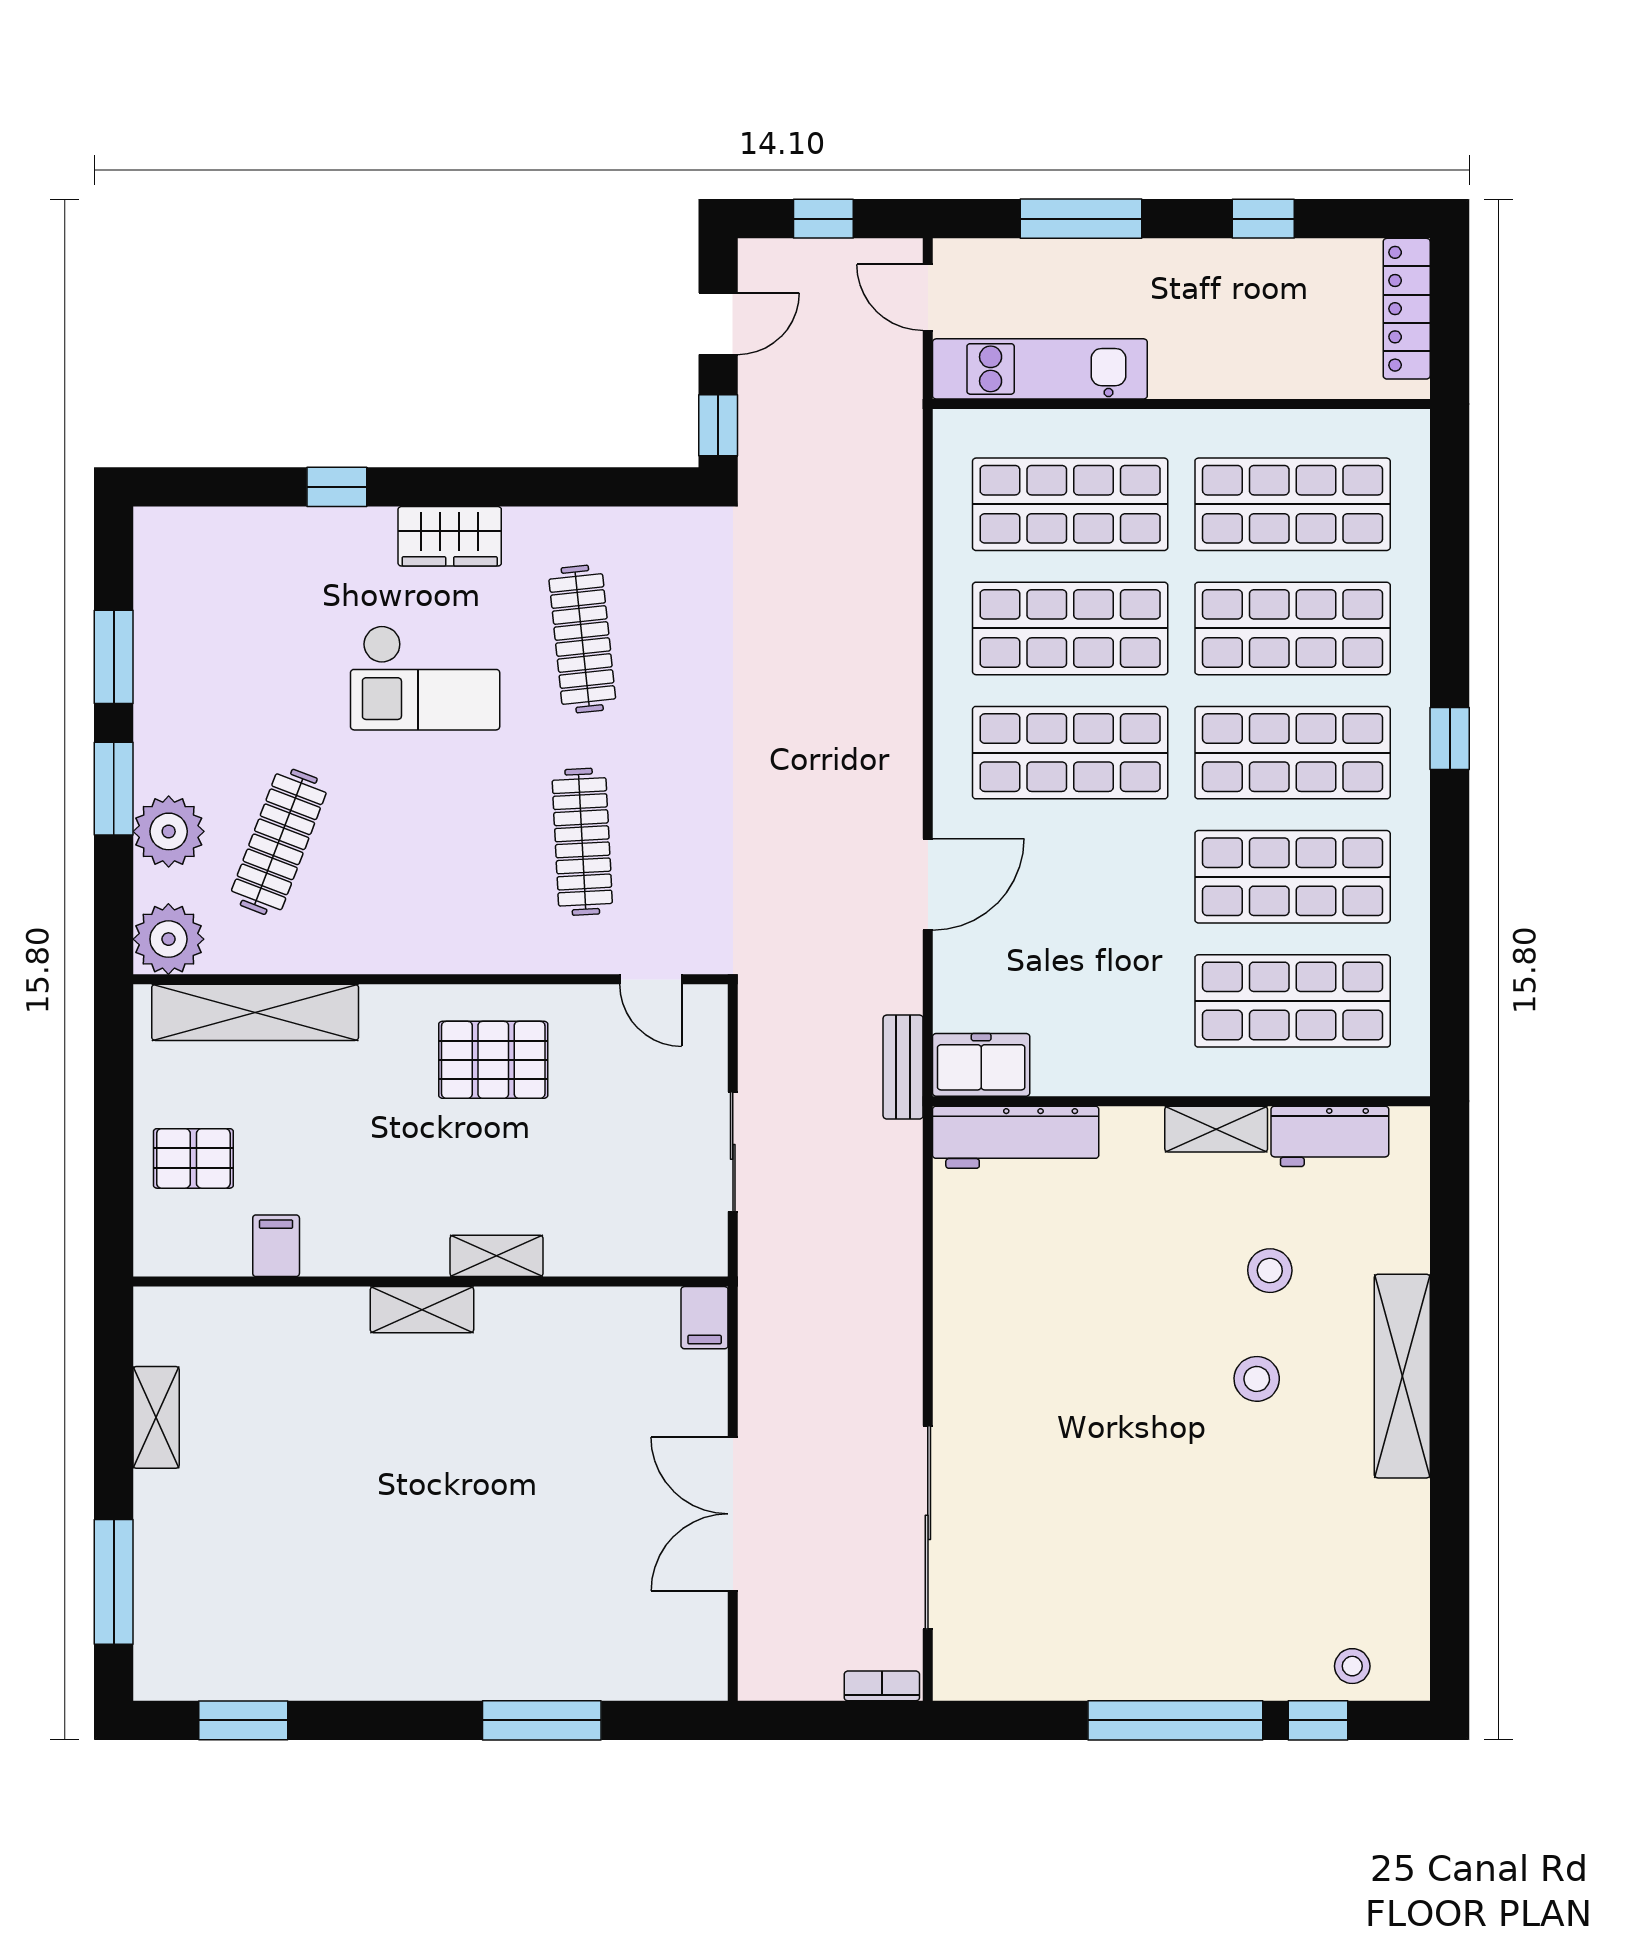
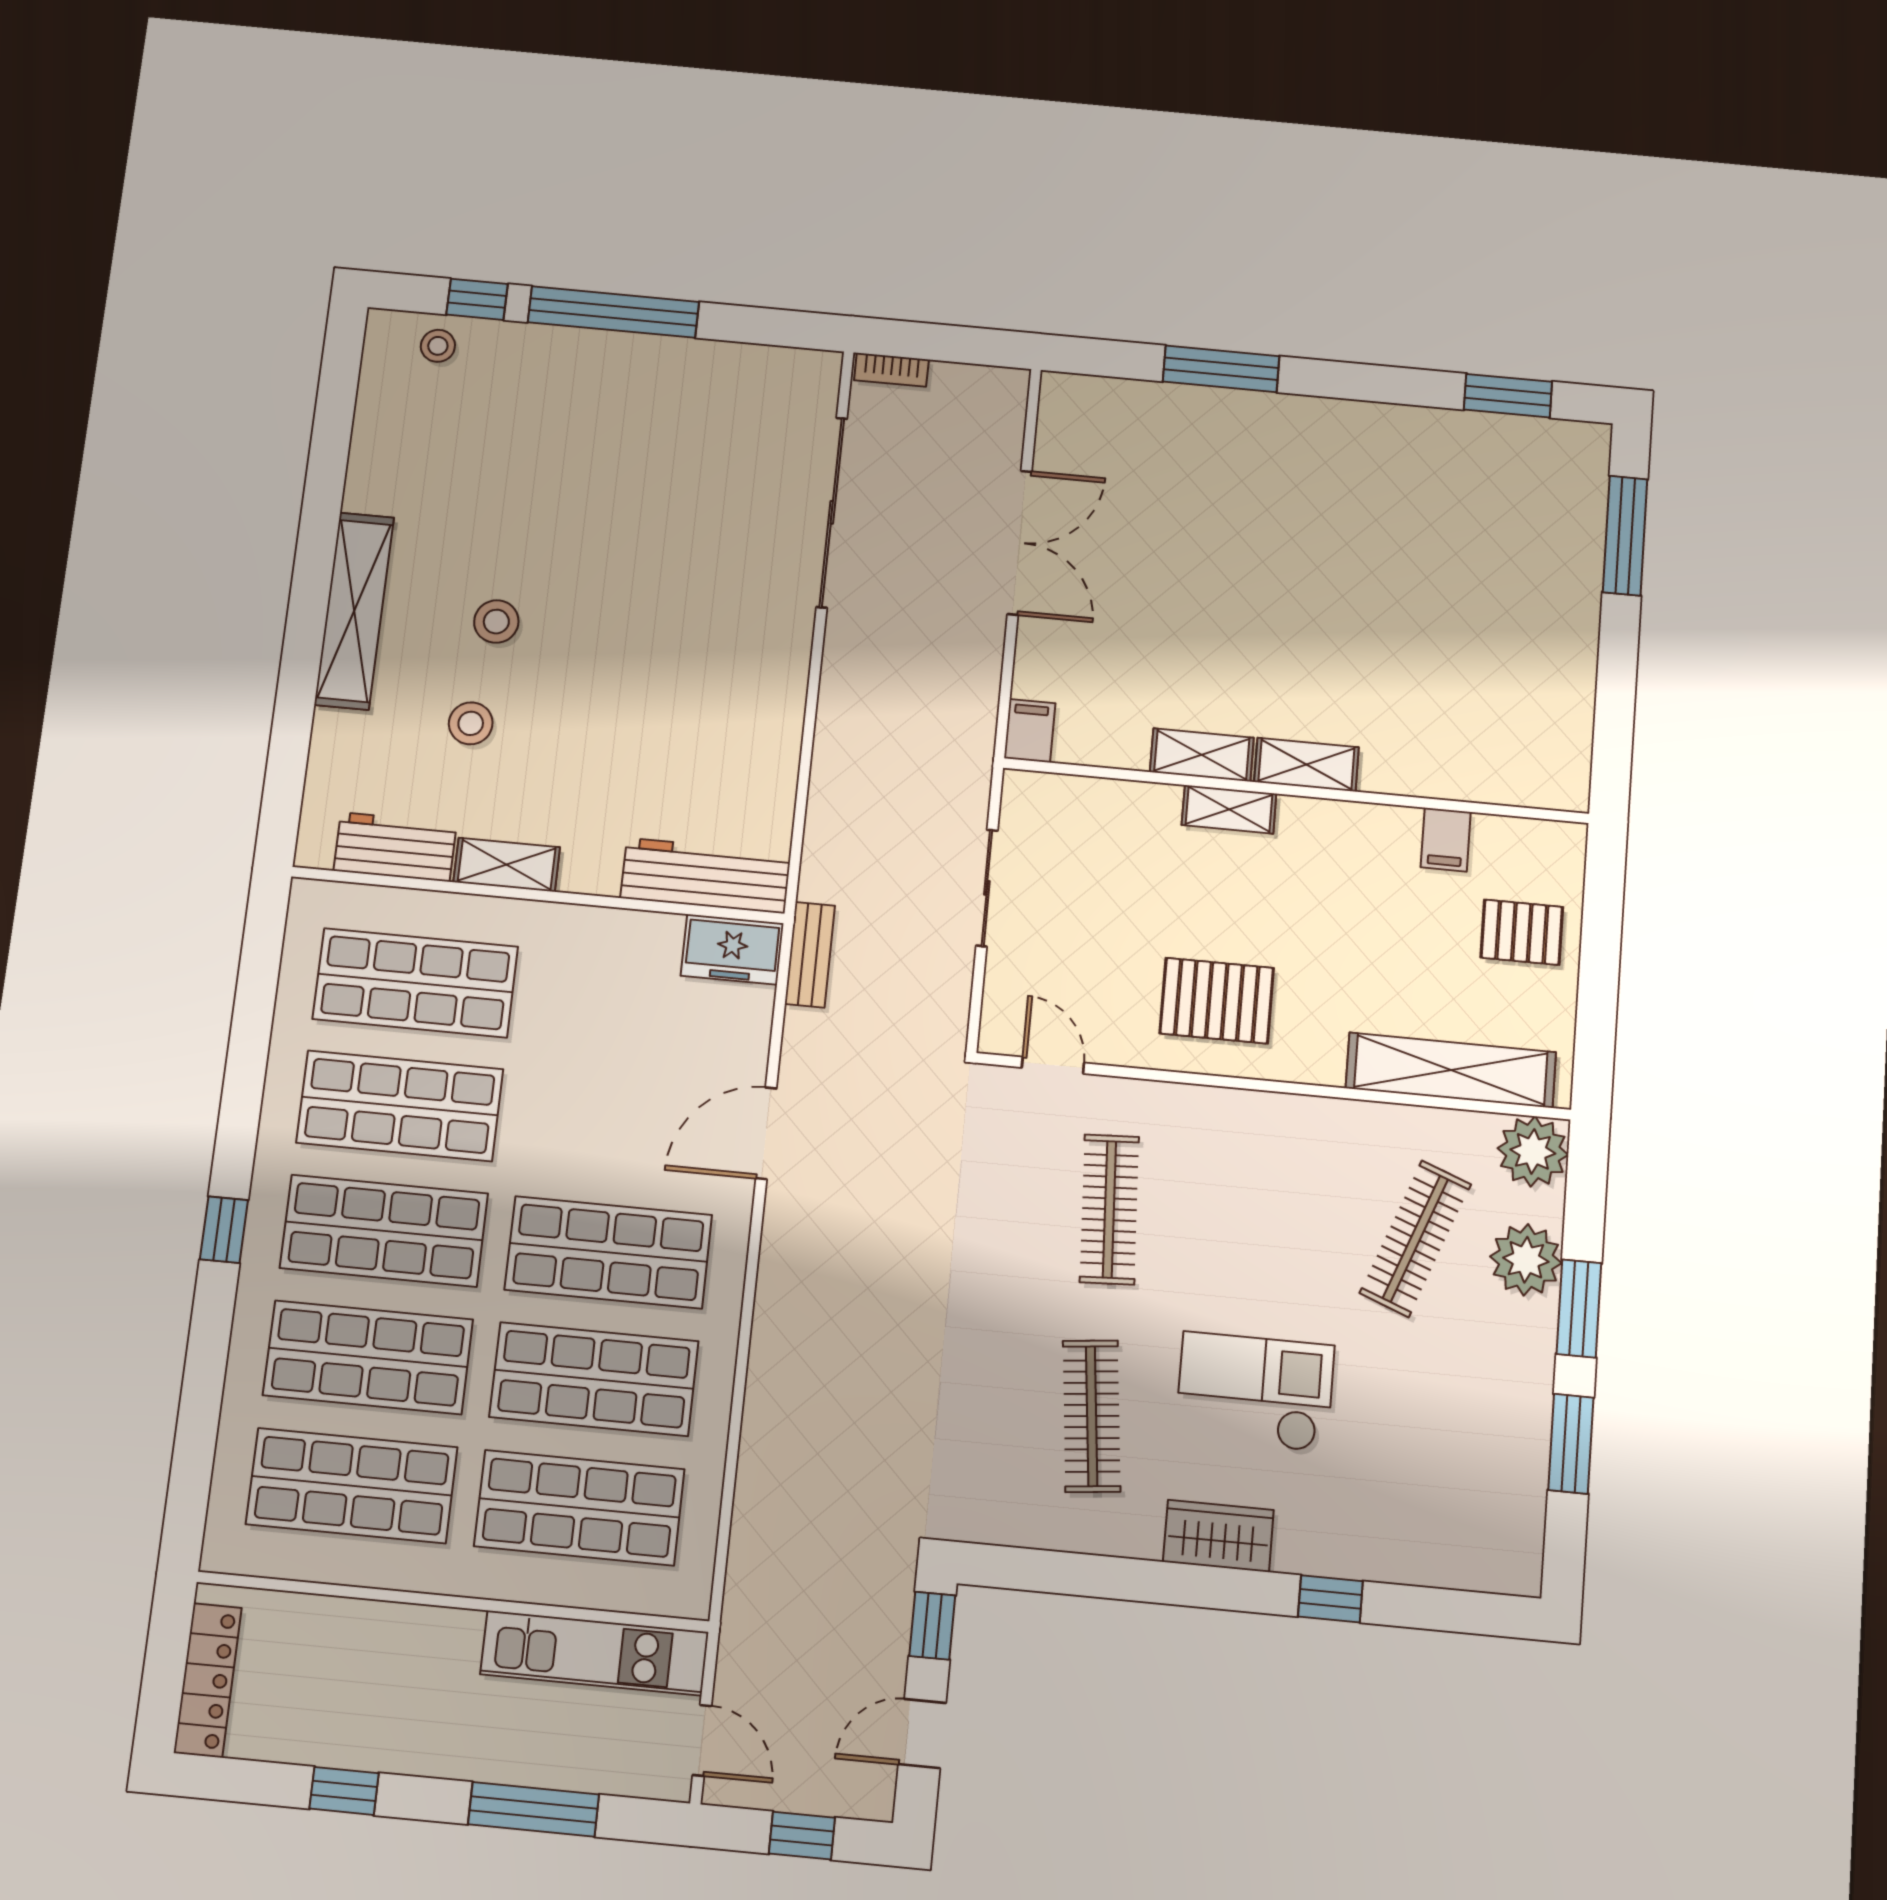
shelving: (156, 1417) -> (1202, 755), moved, turned 90

